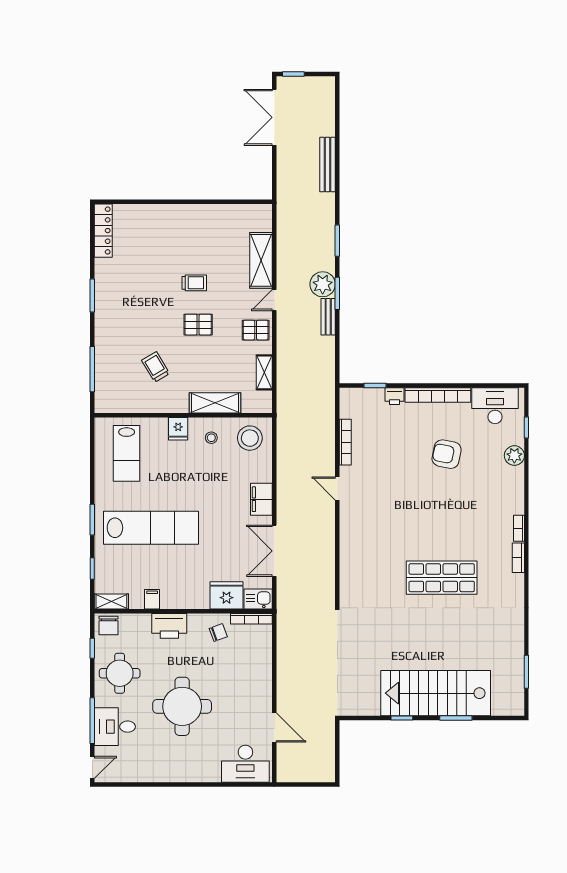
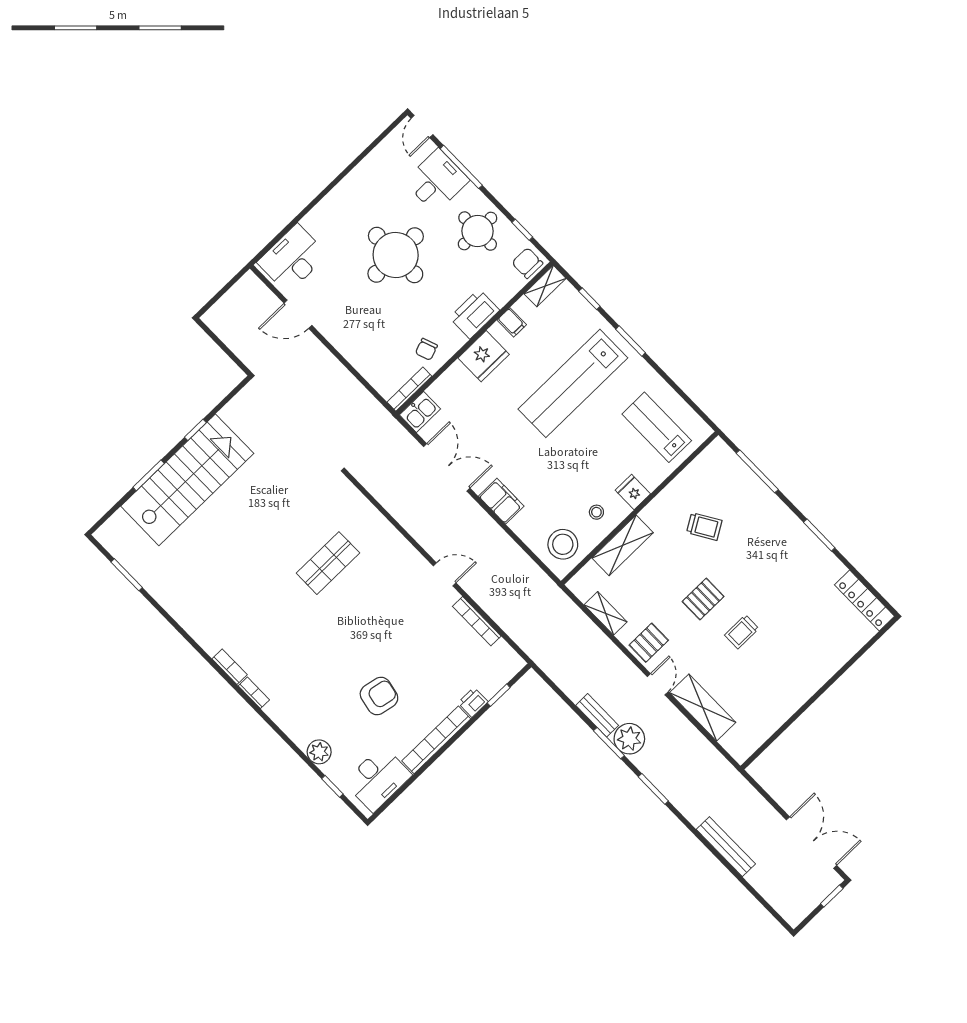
shop shelf: (442, 578) -> (328, 563), moved, width x0.70, depth x0.74
fridge: (226, 595) -> (484, 356), moved

